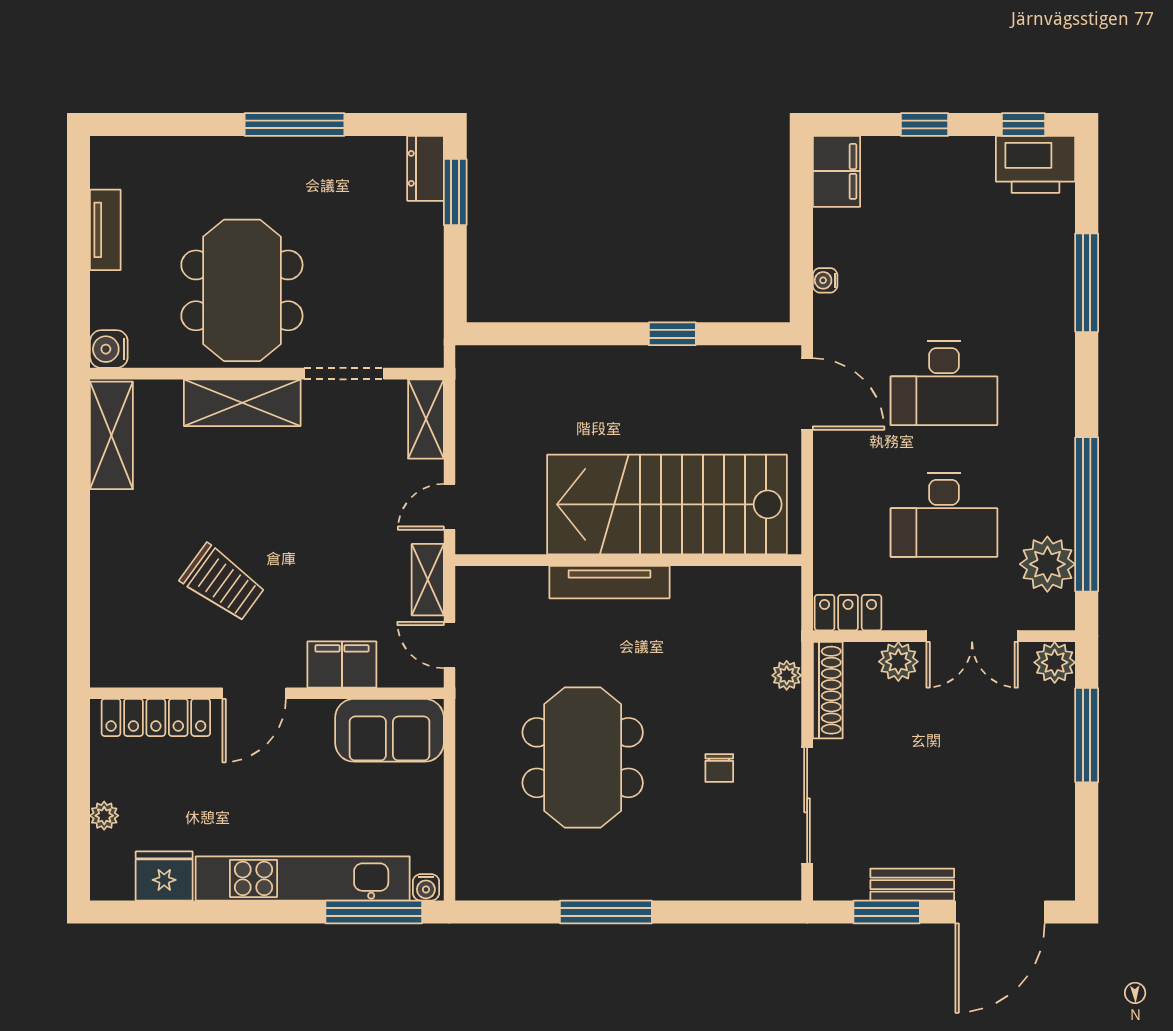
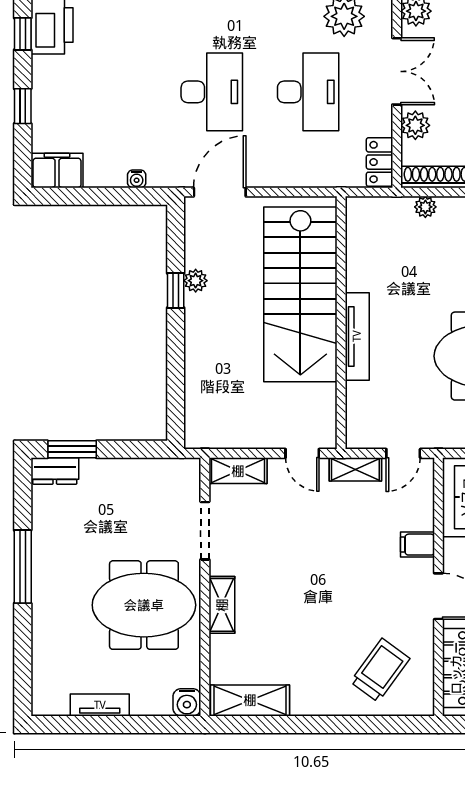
plant: (686, 361) -> (196, 281), added
shelving: (242, 403) -> (222, 605), width x0.67, depth x0.75
trolley: (223, 583) -> (380, 670), moved
filing cabinet: (342, 664) -> (417, 545), width x0.50

